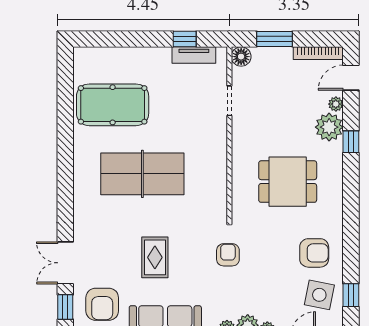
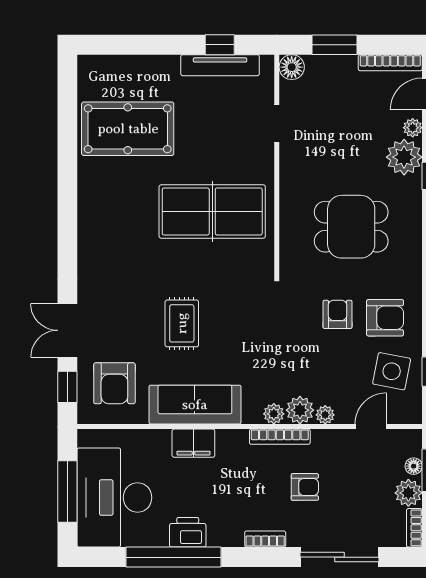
tv unit: (194, 55) -> (220, 65), width x1.41
table tennis table: (142, 174) -> (212, 211), moved
armchair: (228, 255) -> (338, 314), moved

